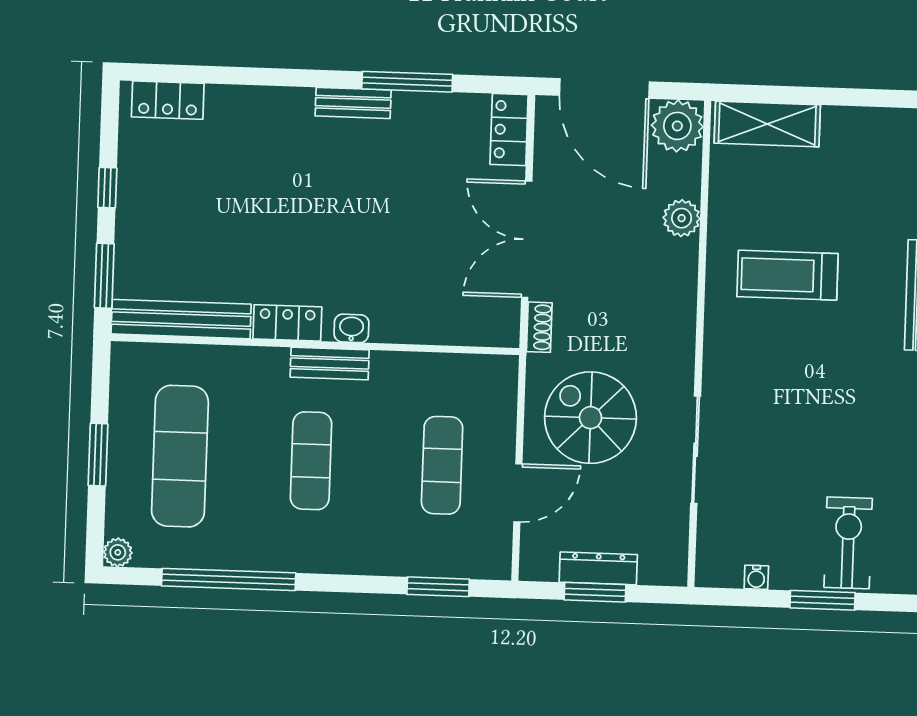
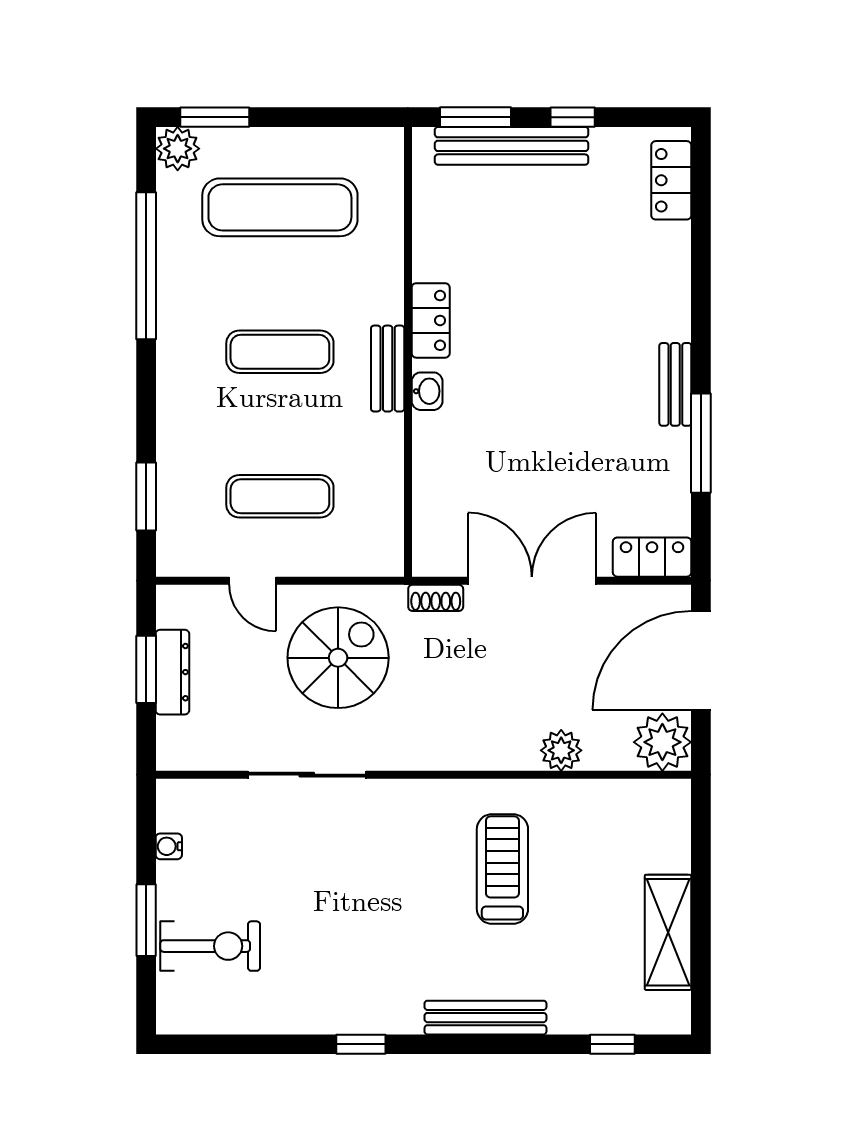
shelving: (767, 124) -> (668, 932), moved
bench: (181, 319) -> (512, 146), moved, turned 90
window: (98, 455) -> (215, 117), moved
door: (518, 493) -> (252, 581), width x0.73
plant: (118, 552) -> (178, 149), width x1.38, depth x1.38

